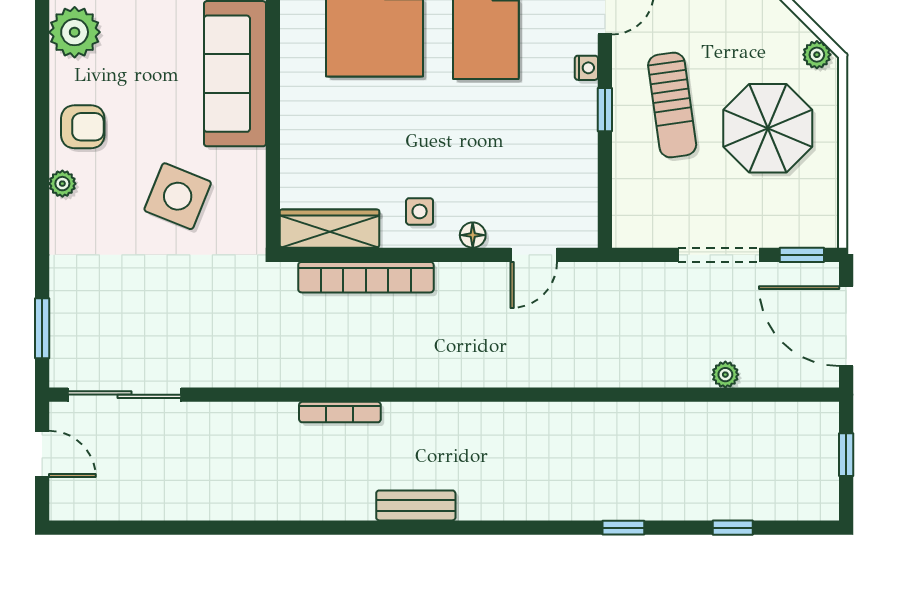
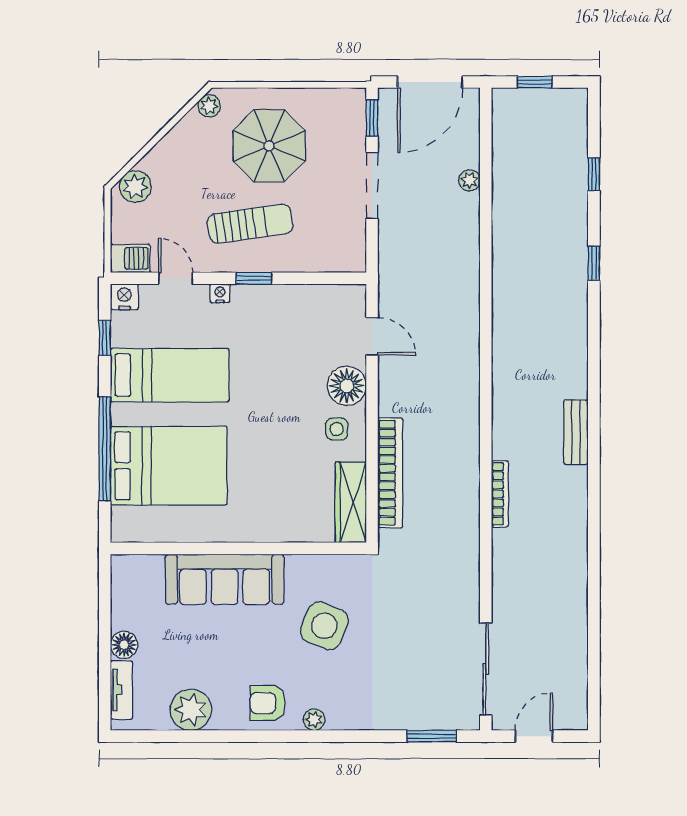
armchair: (83, 127) -> (268, 703), turned -90
floor lamp: (473, 235) -> (347, 386), width x1.89, depth x1.89

